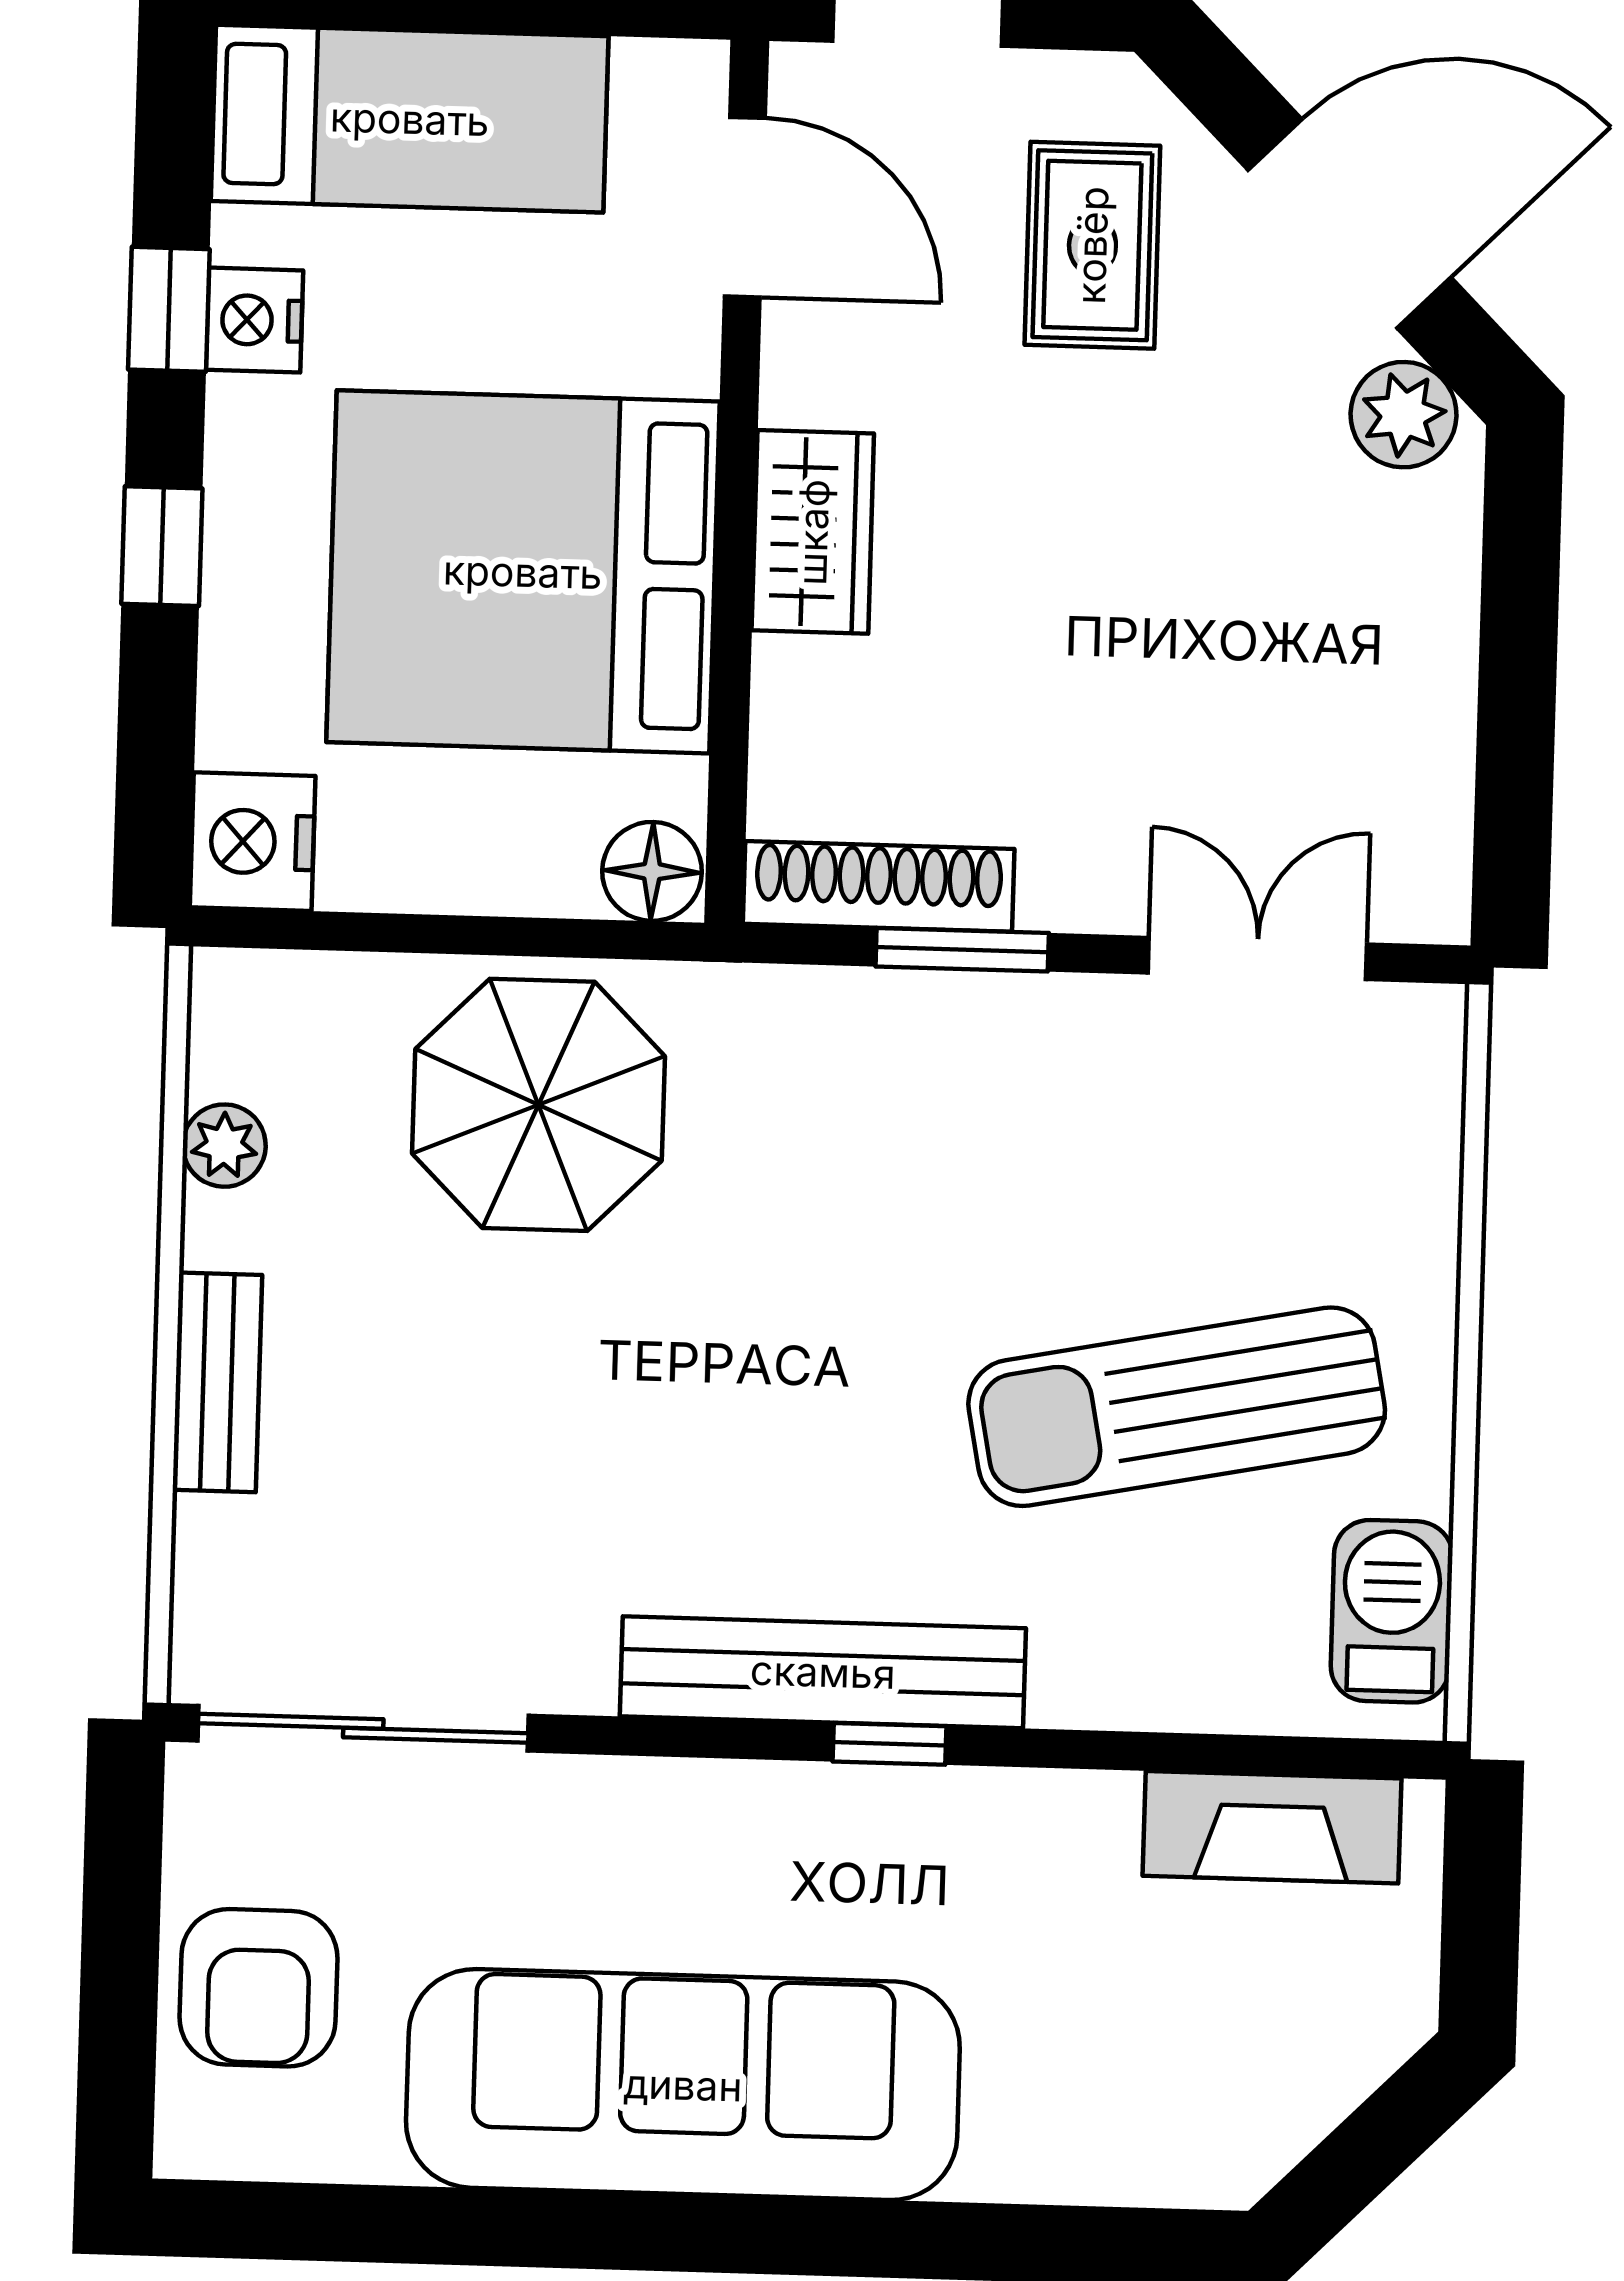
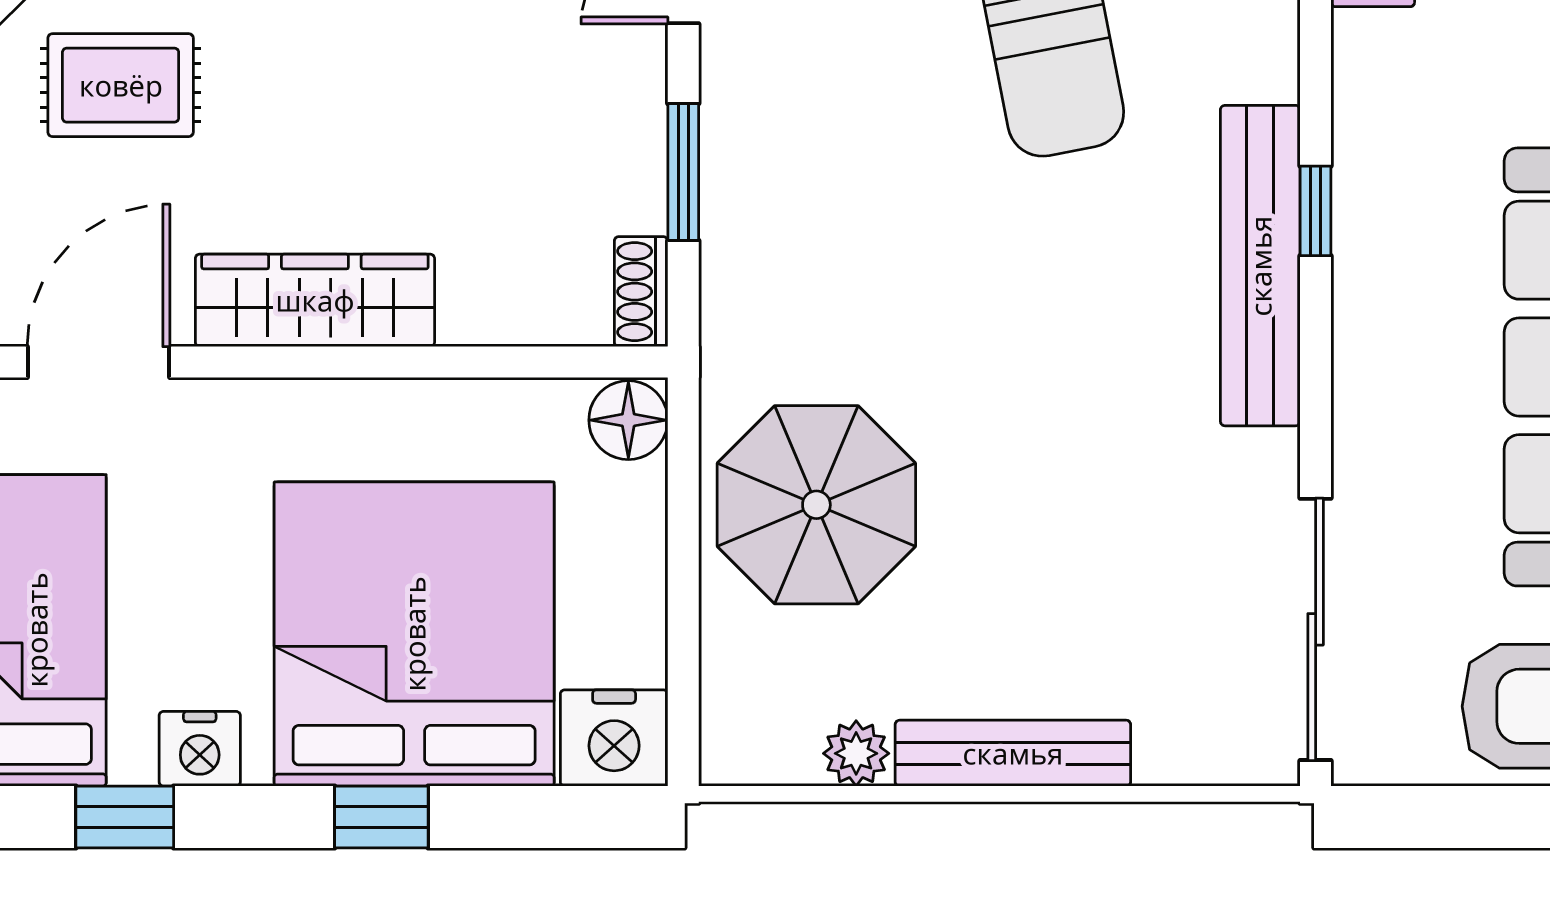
window: (169, 309) -> (125, 817), moved
wardrobe: (813, 532) -> (315, 300), width x1.50
bed: (523, 572) -> (414, 634), moved, turned 180
shoe rack: (879, 886) -> (641, 292), width x0.51, depth x0.81
bench: (217, 1382) -> (1013, 753), width x1.36

